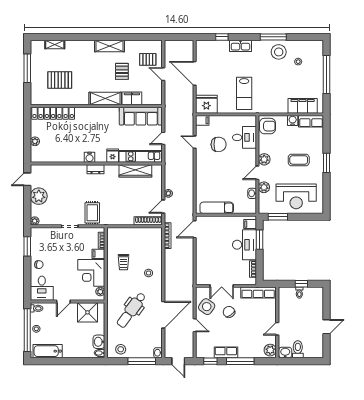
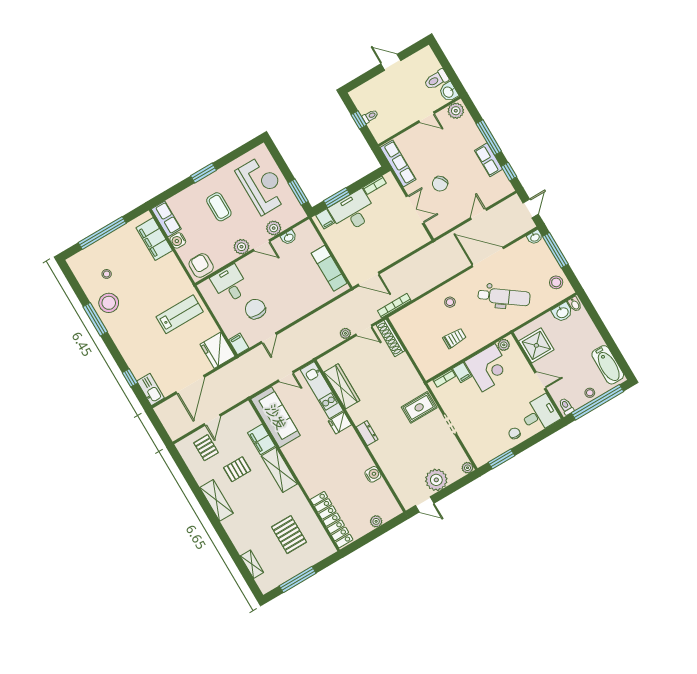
kitchen sink: (240, 46) -> (151, 390), moved
water cooler: (90, 157) -> (373, 474), moved
side table: (207, 307) -> (449, 213), removed

